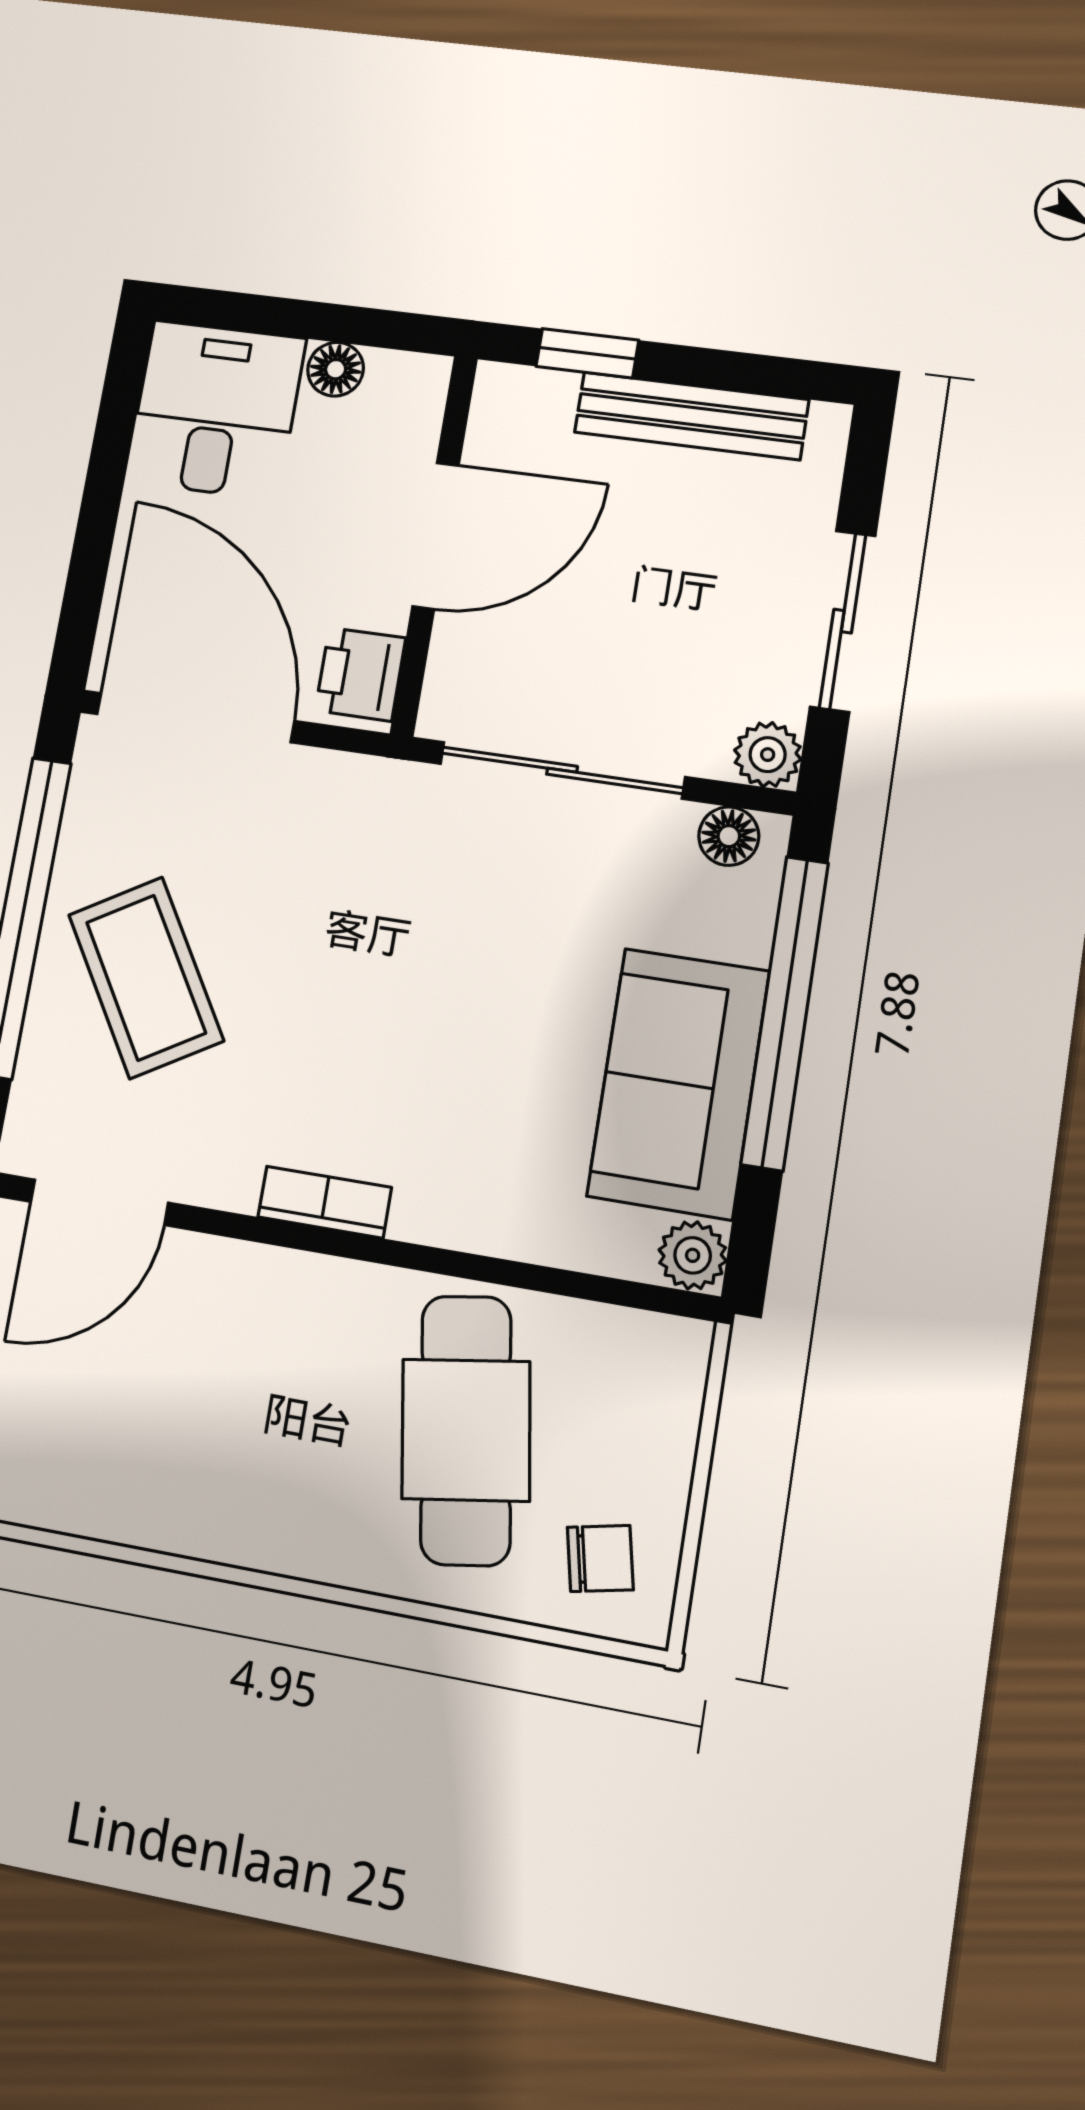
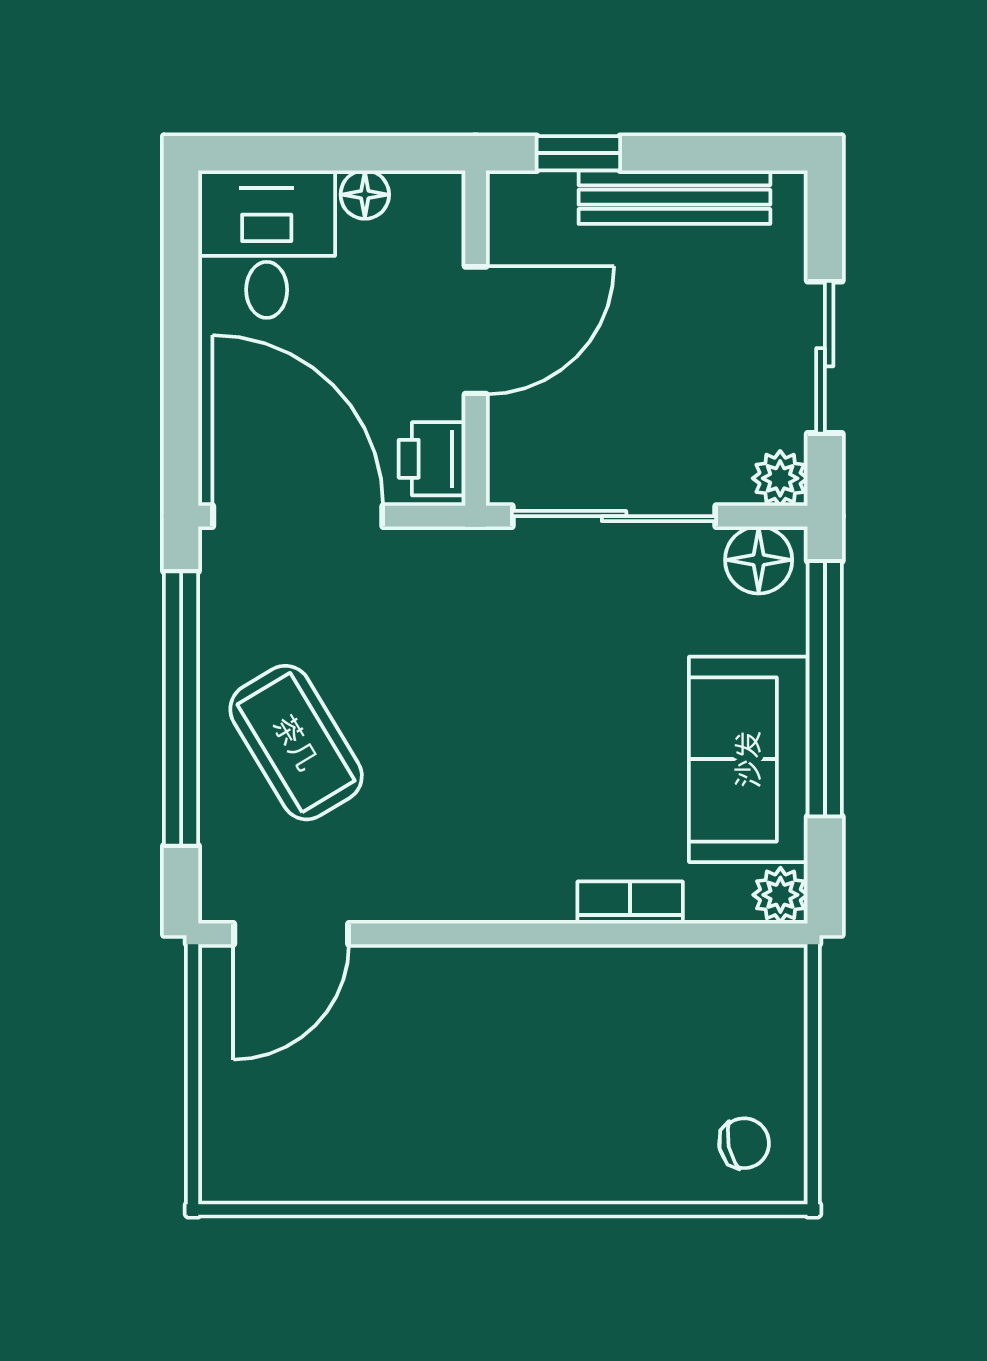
floor lamp: (729, 836) -> (759, 560), width x1.37, depth x1.37
bookcase: (325, 1202) -> (630, 902), moved
cafe table: (466, 1430) -> (622, 1063), removed

